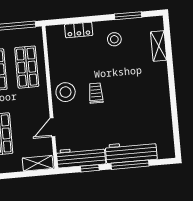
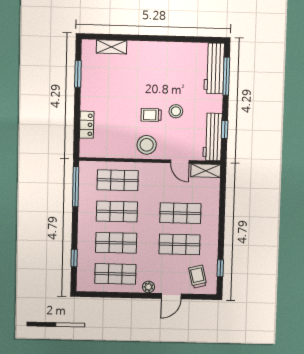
stool: (114, 39) -> (176, 111), moved
workbench: (131, 152) -> (214, 68), moved
shelving: (38, 163) -> (206, 171), moved, turned 90
window: (130, 165) -> (226, 76), moved

